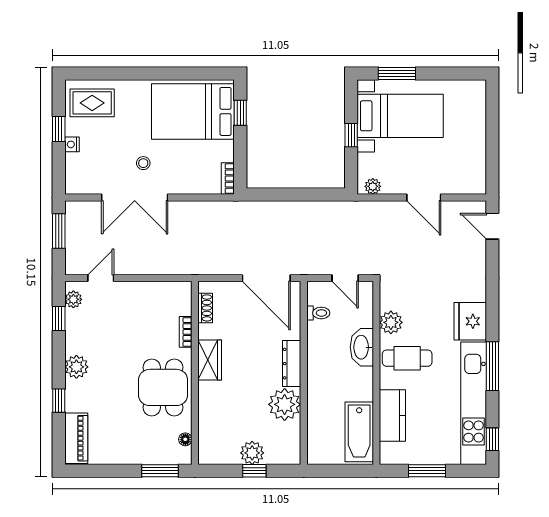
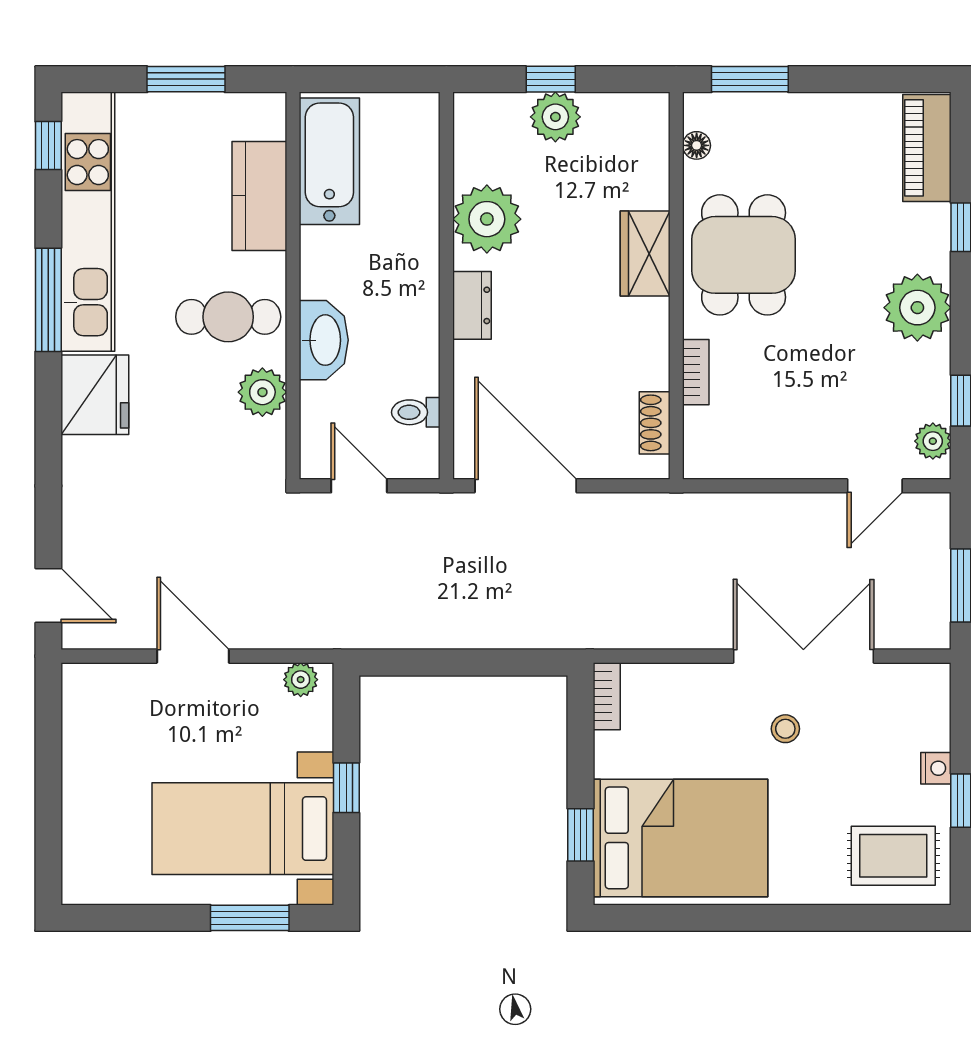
wardrobe: (210, 360) -> (645, 253), moved
dresser: (292, 364) -> (472, 305), width x0.70
plant: (76, 367) -> (917, 308), width x1.36, depth x1.36

